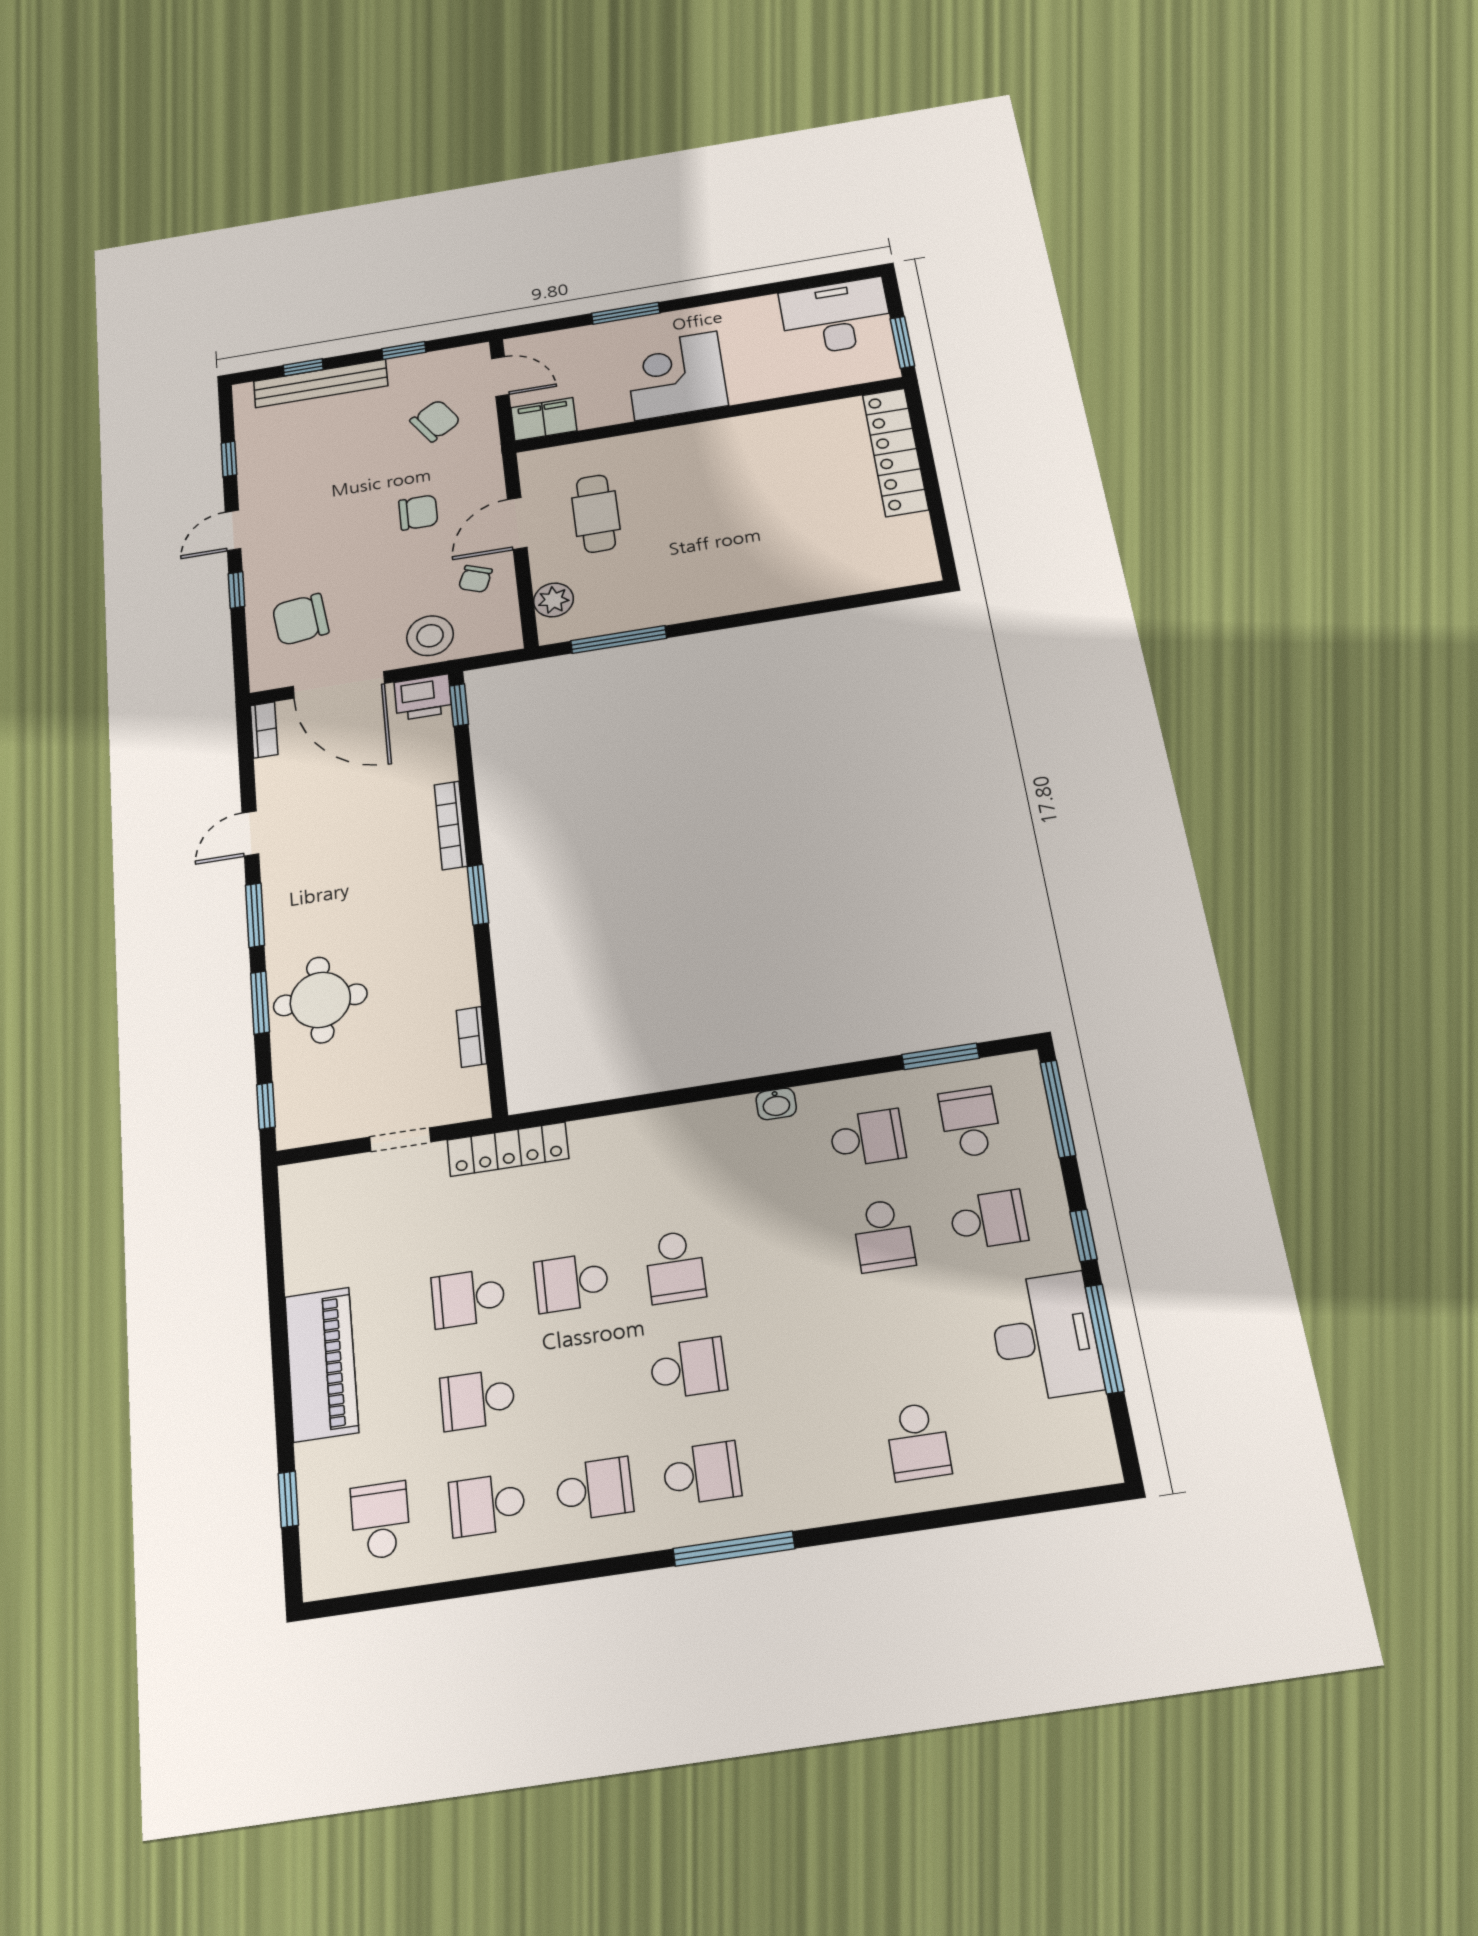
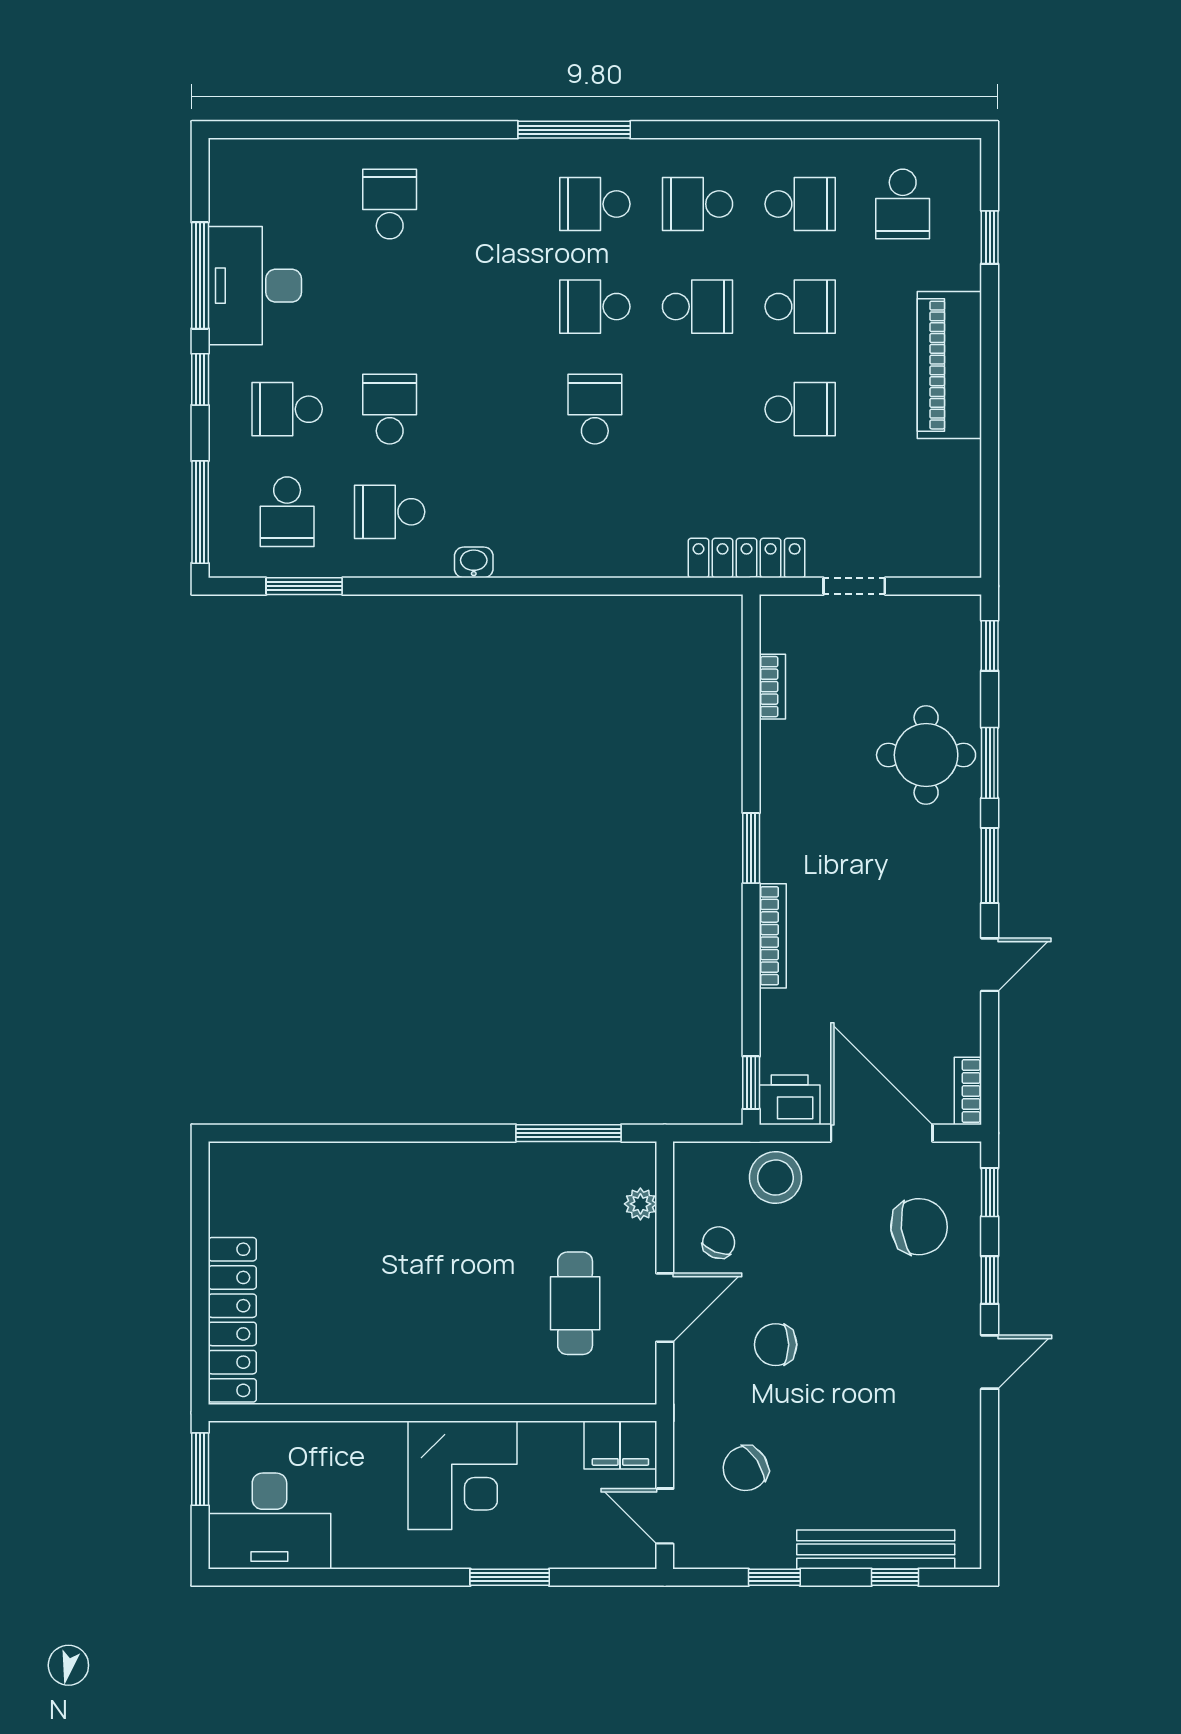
window: (229, 459) -> (990, 1192), moved
plant: (553, 600) -> (640, 1204), width x0.73, depth x0.73
school desk: (572, 1283) -> (697, 307), moved

